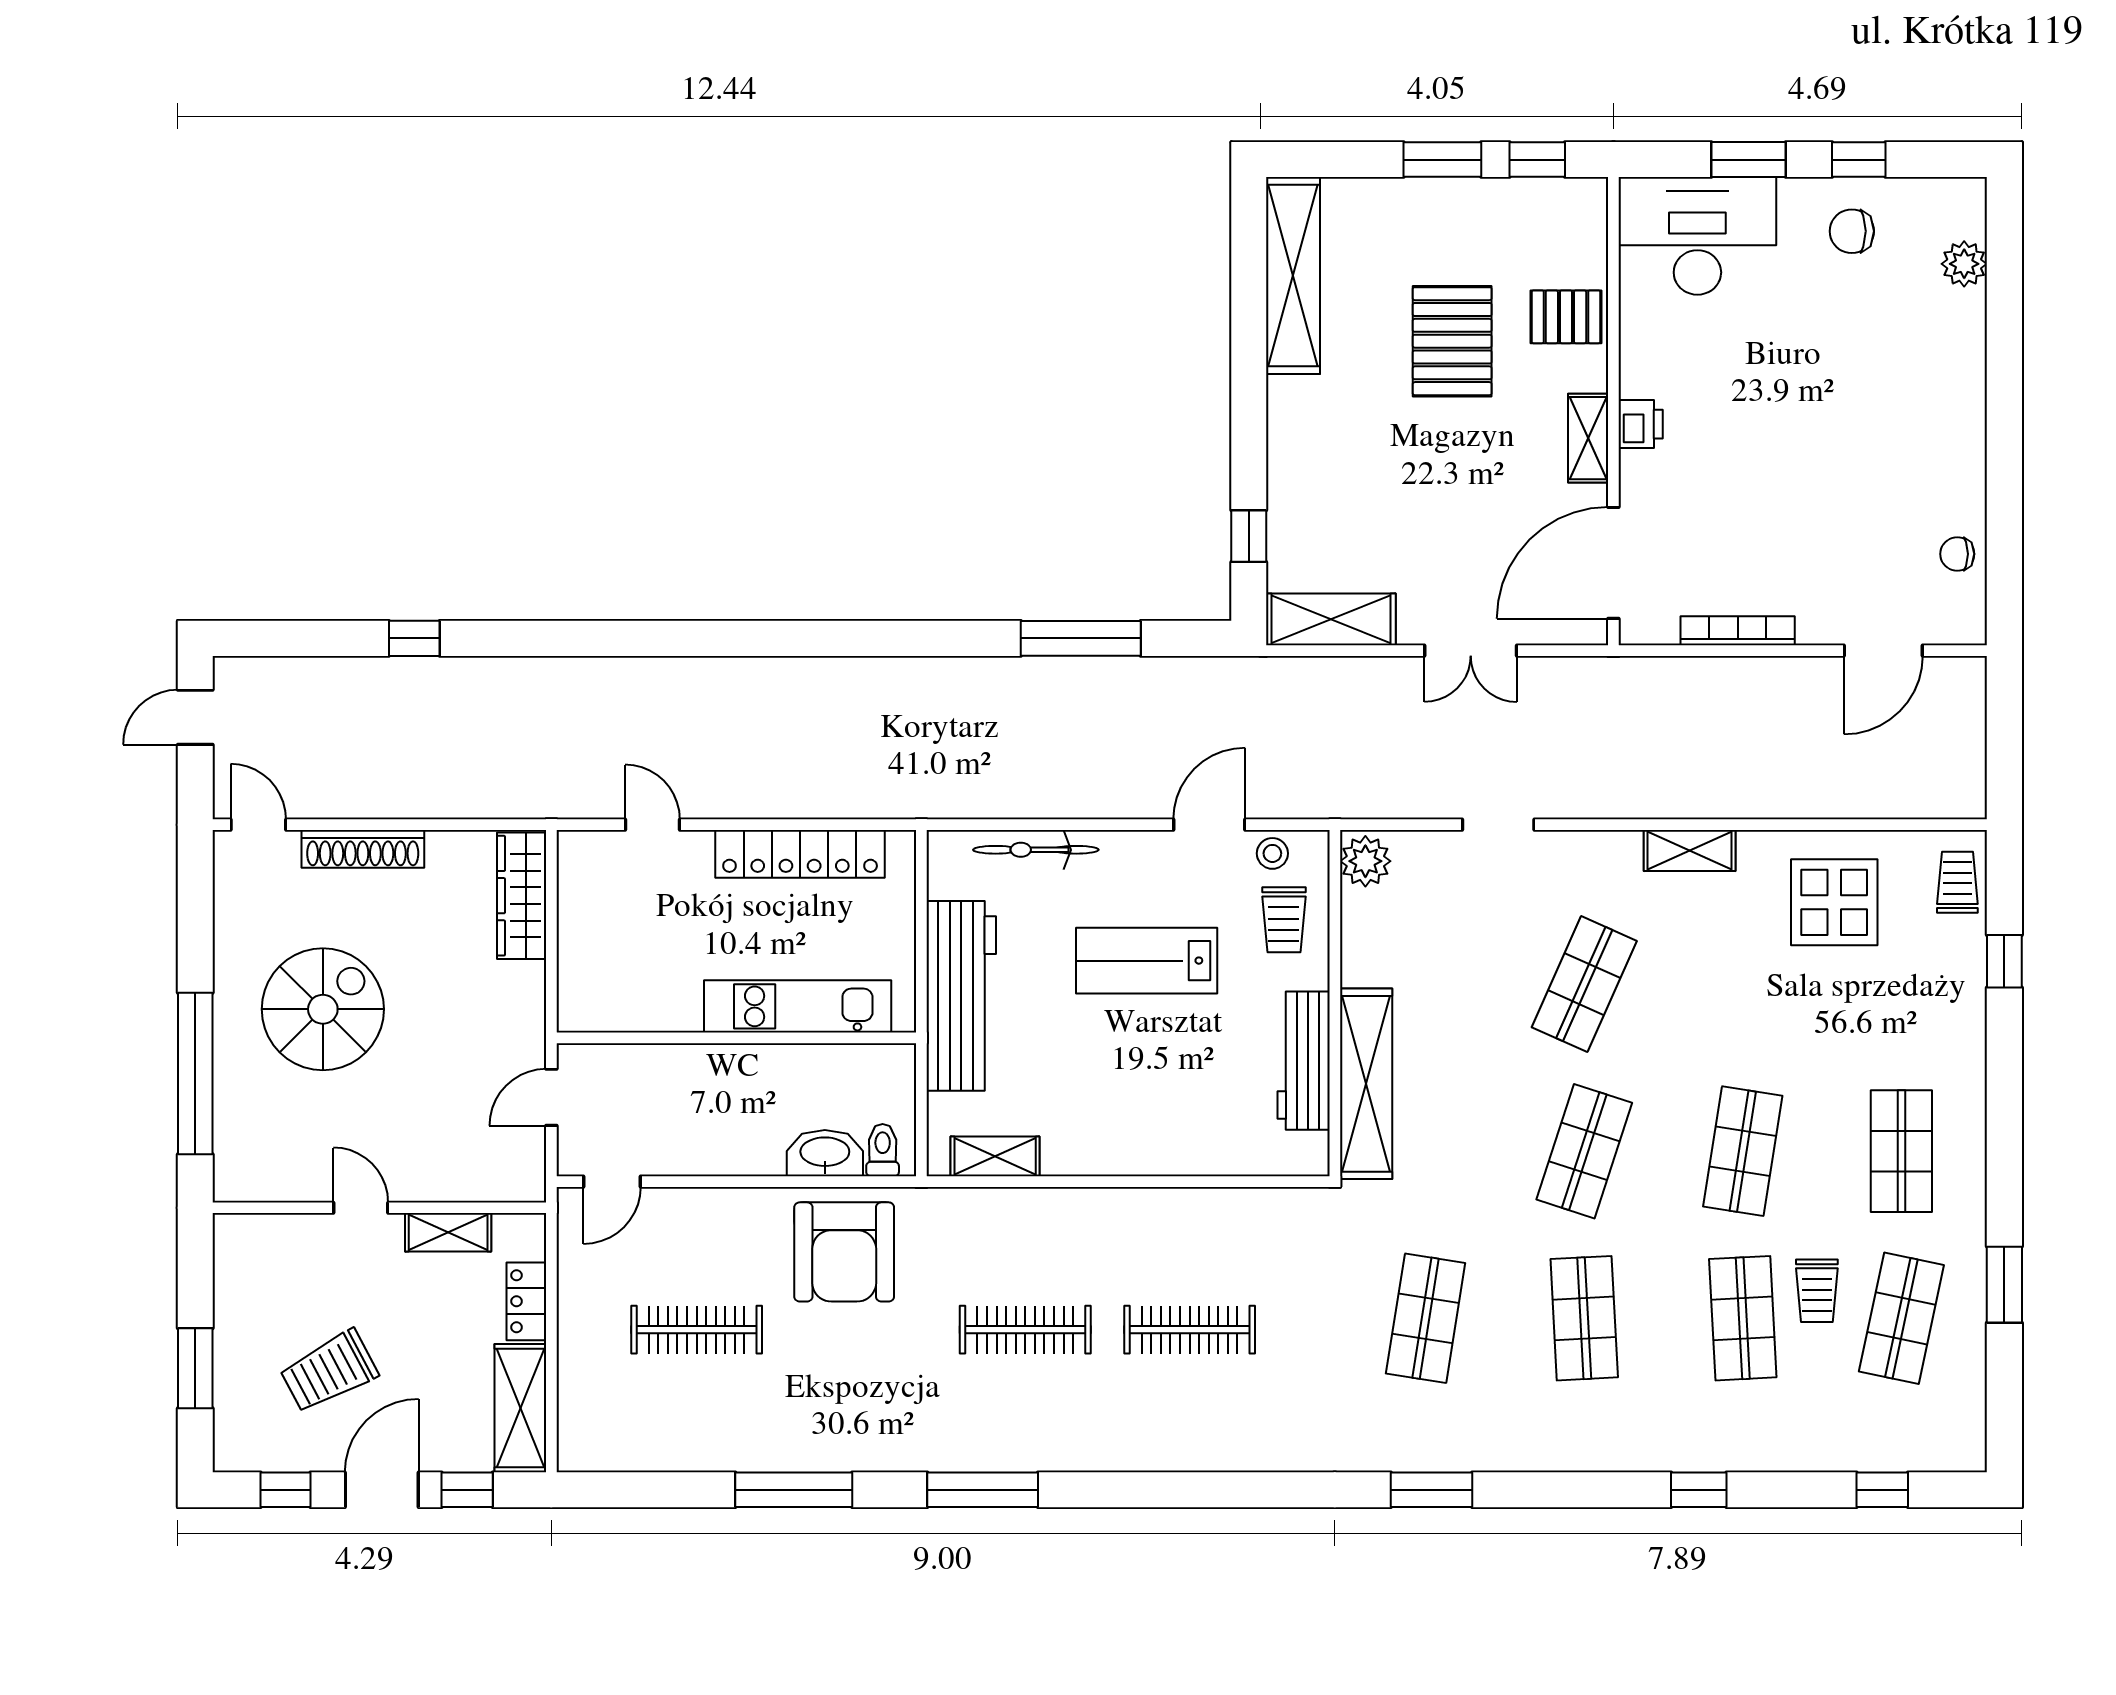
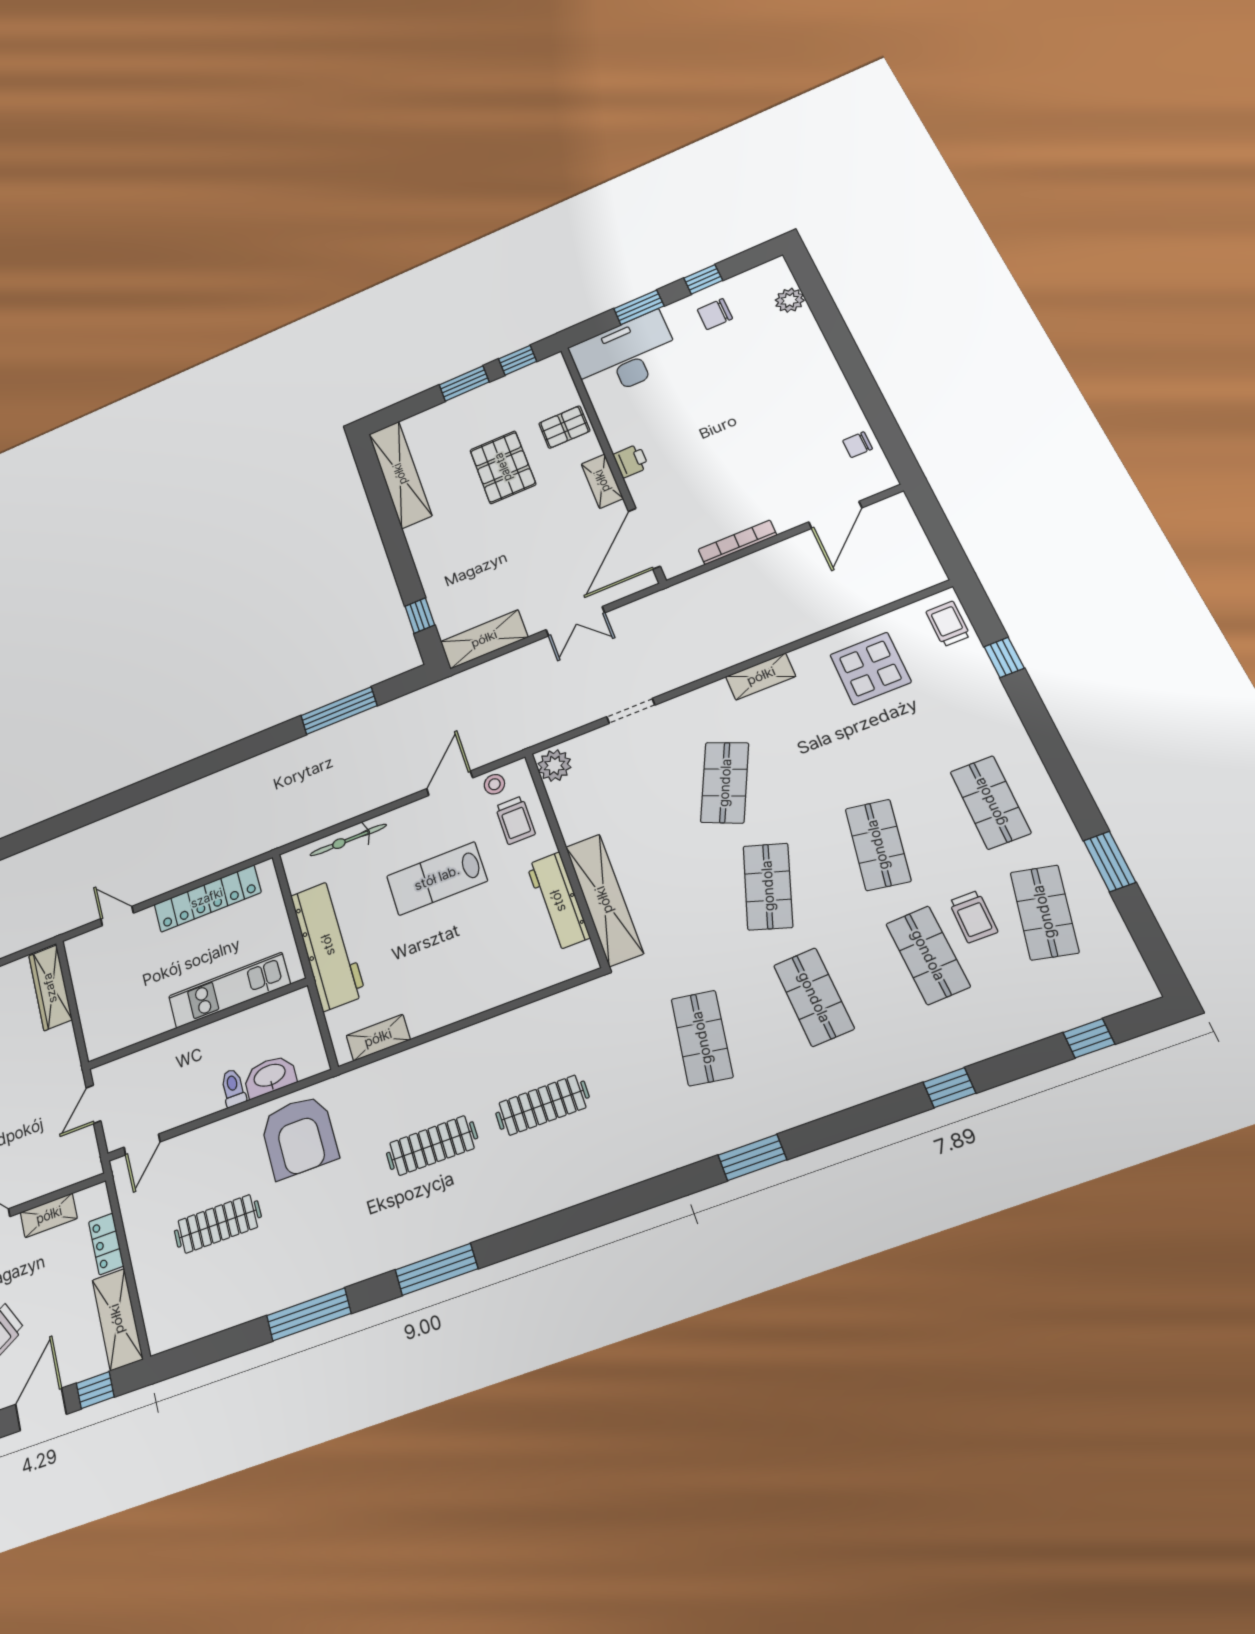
toilet: (883, 1150) -> (233, 1088), moved

